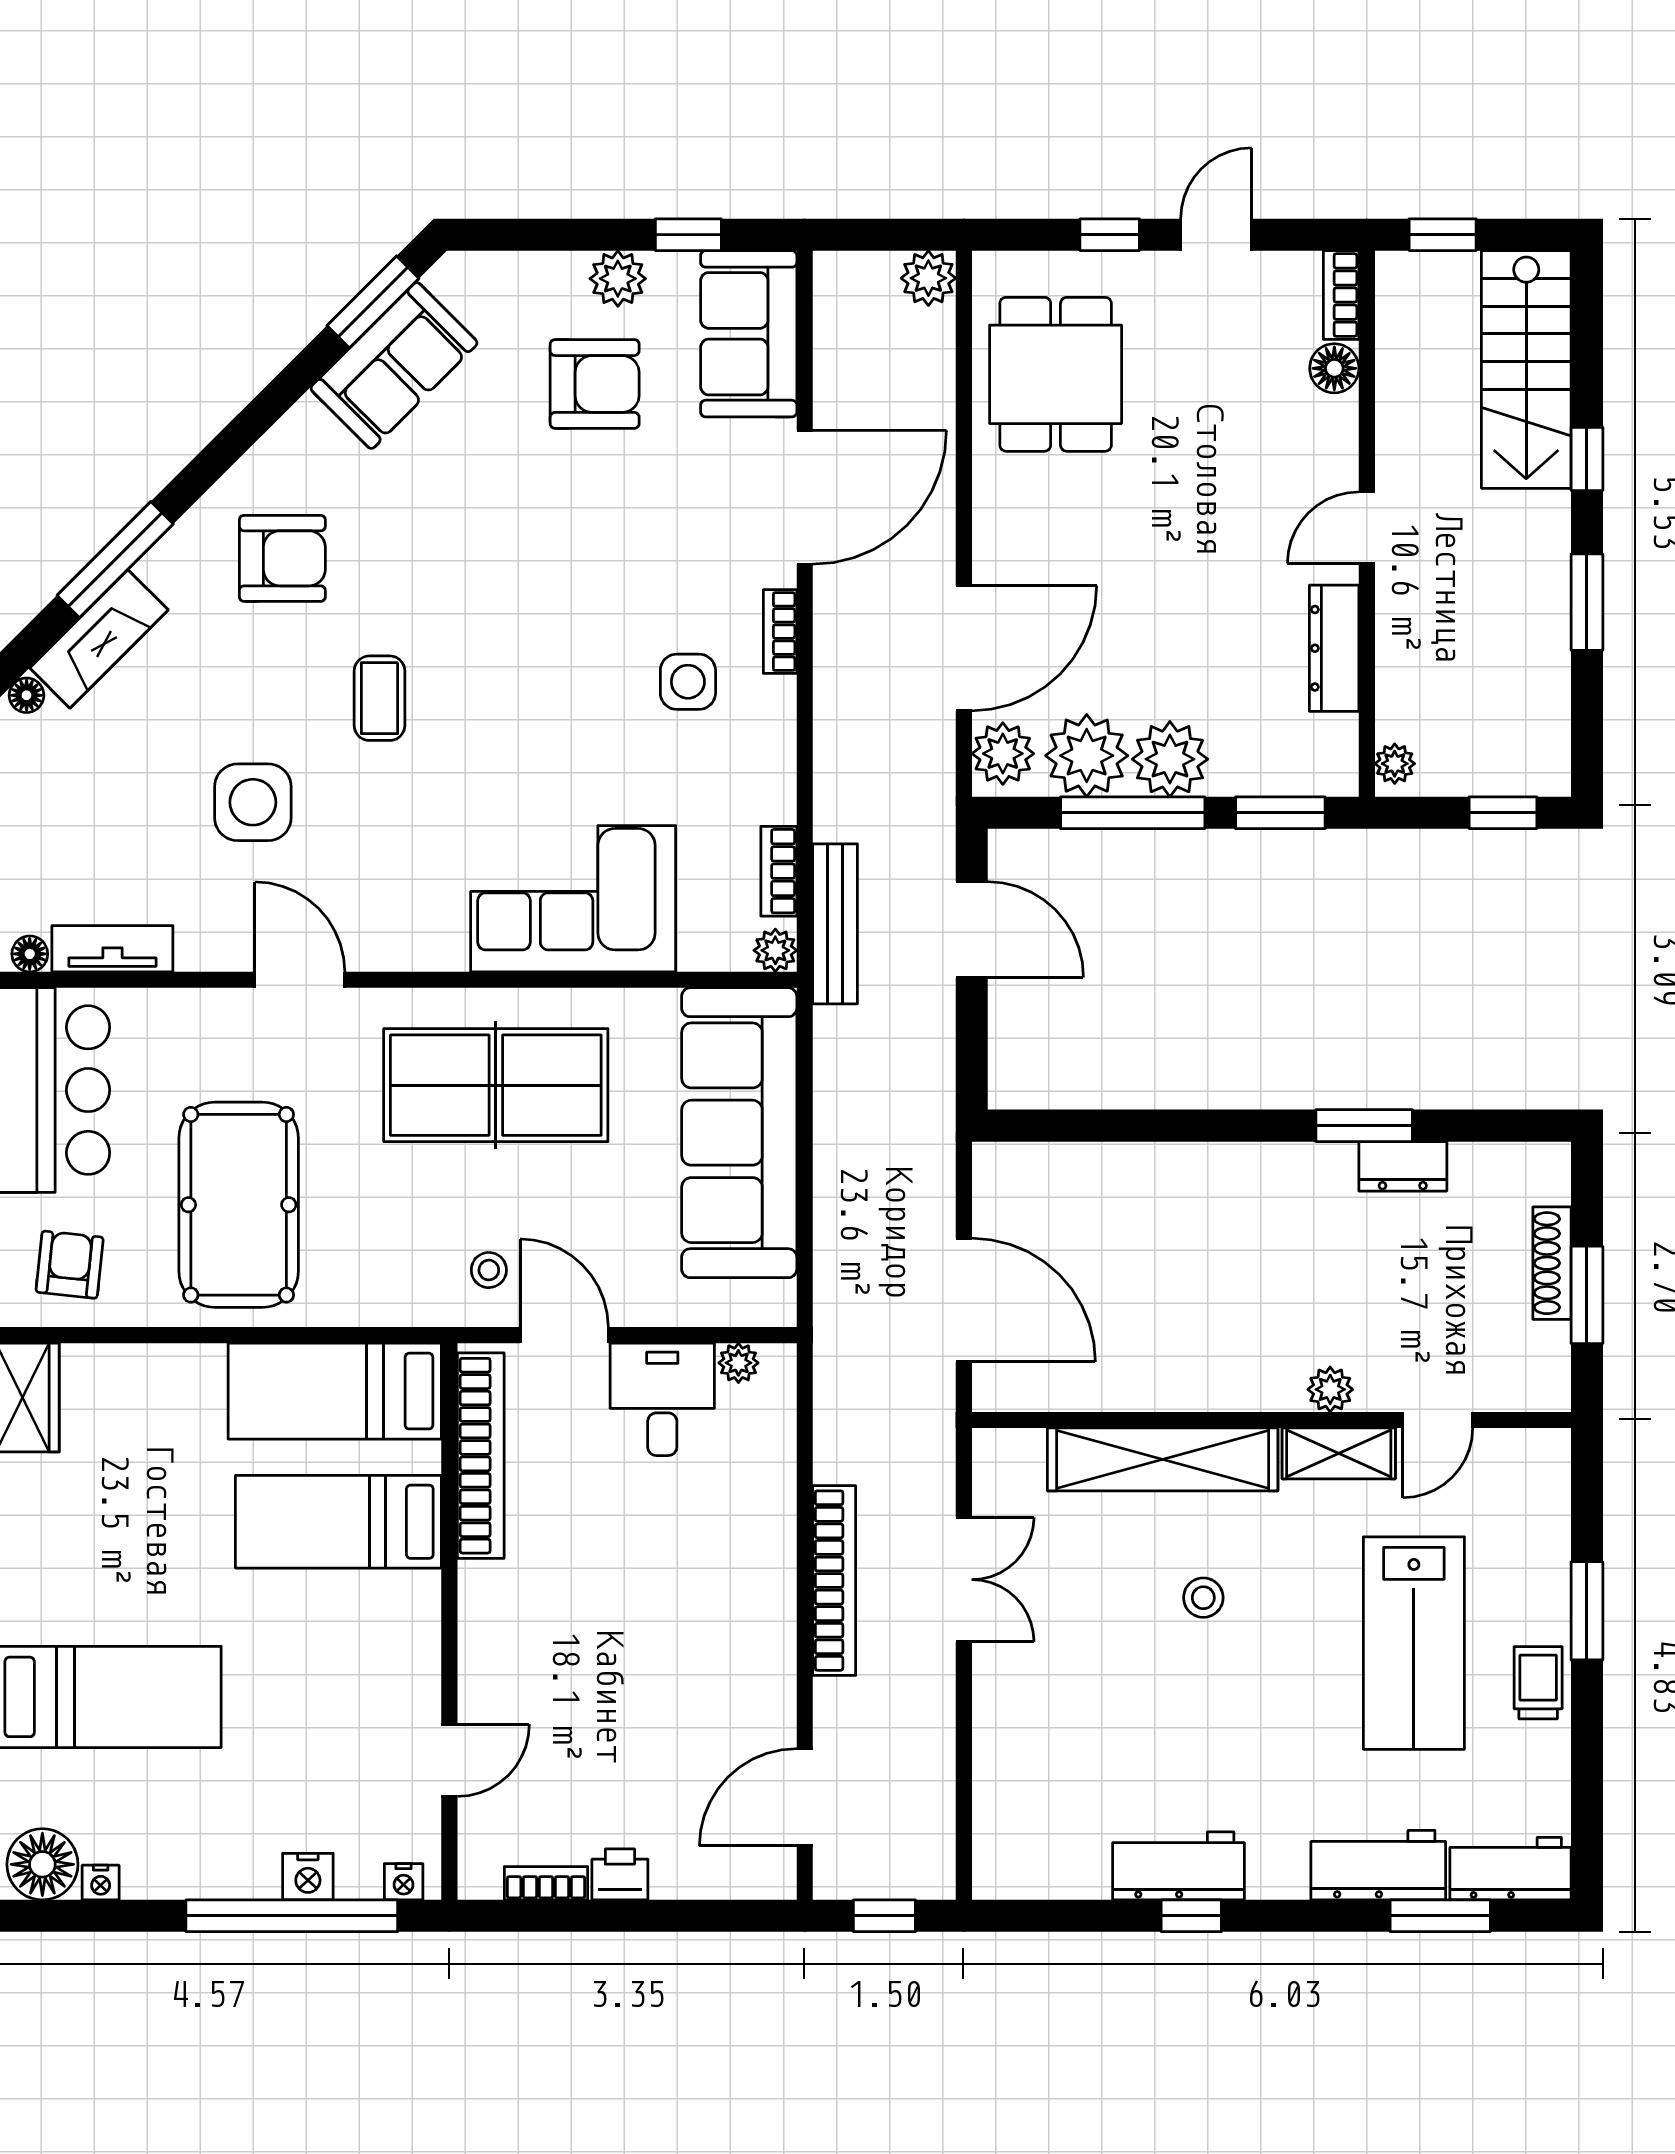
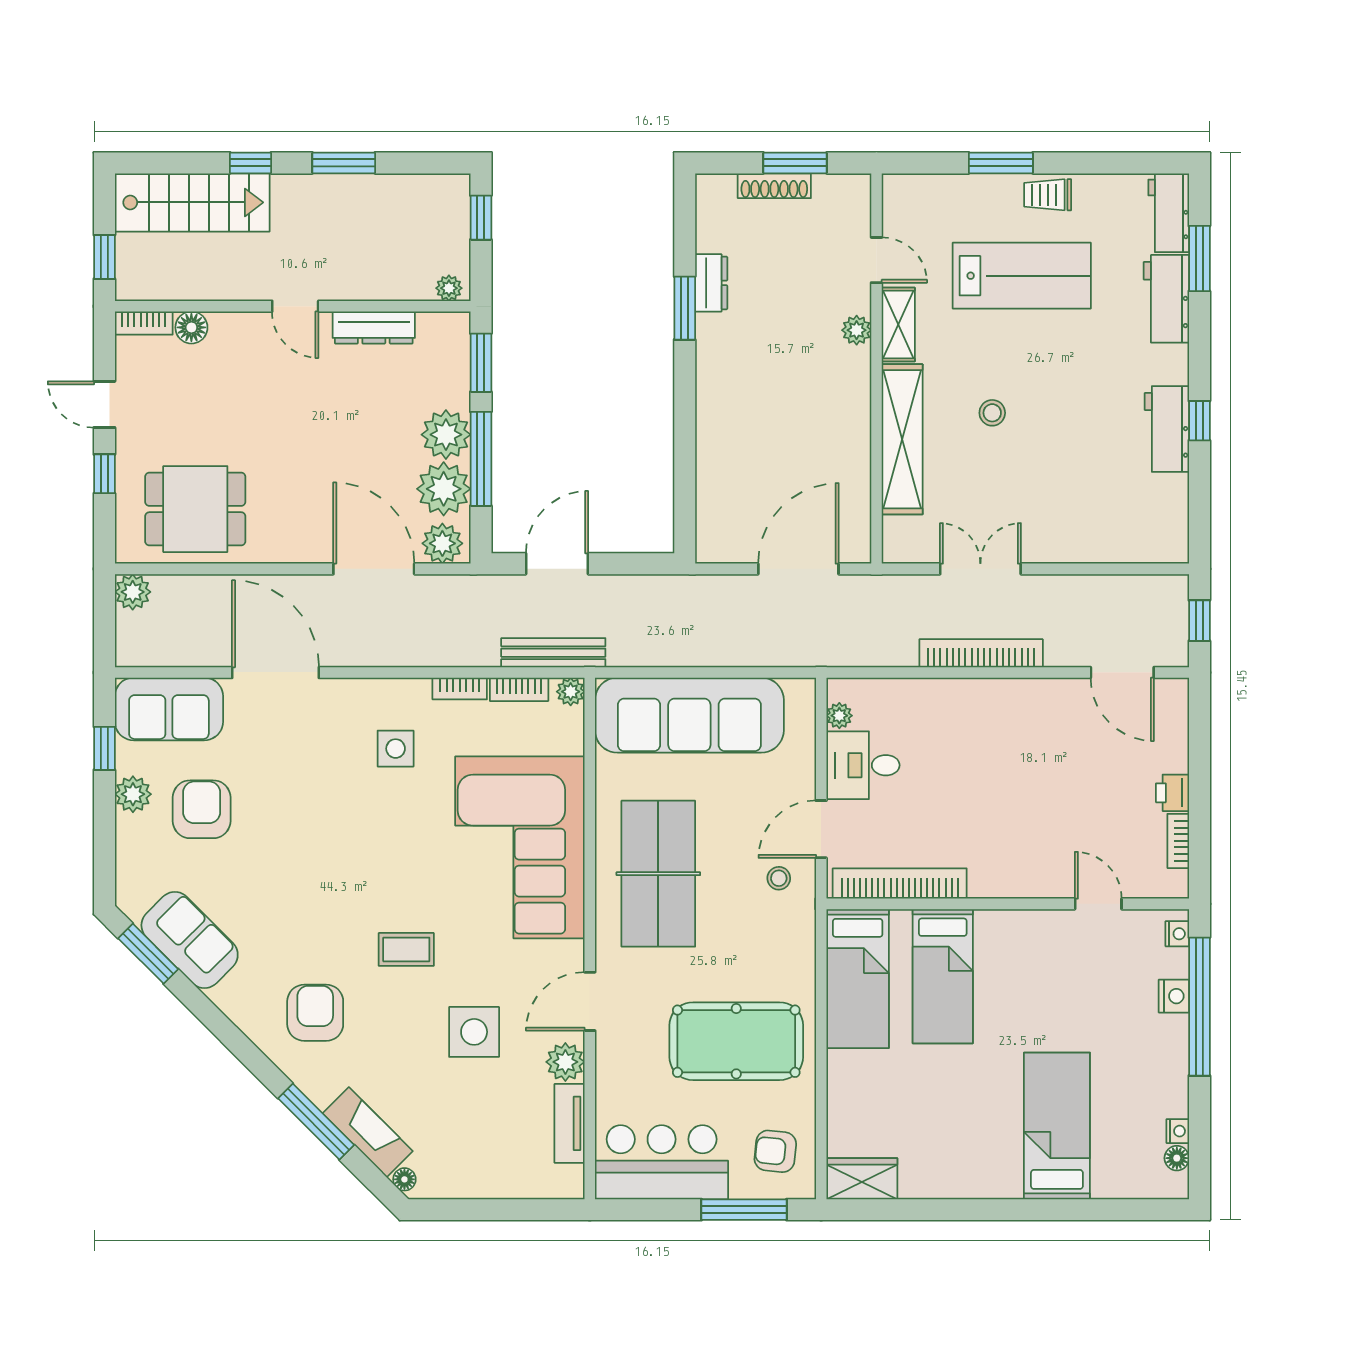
bookcase: (780, 632) -> (460, 689), moved
corner sofa: (573, 899) -> (520, 847), width x1.36, depth x1.36
plant: (207, 942) -> (565, 1062), added
floor lamp: (30, 954) -> (573, 1177), removed
floor lamp: (42, 1864) -> (1177, 1158), width x0.53, depth x0.53

